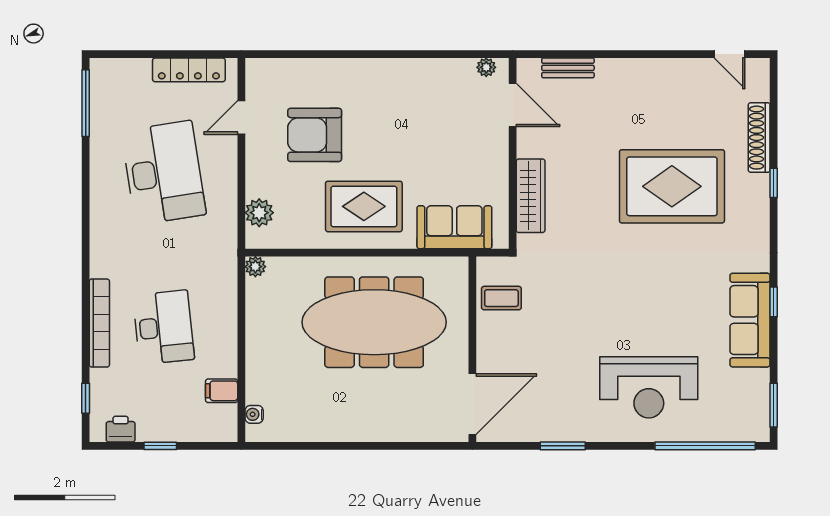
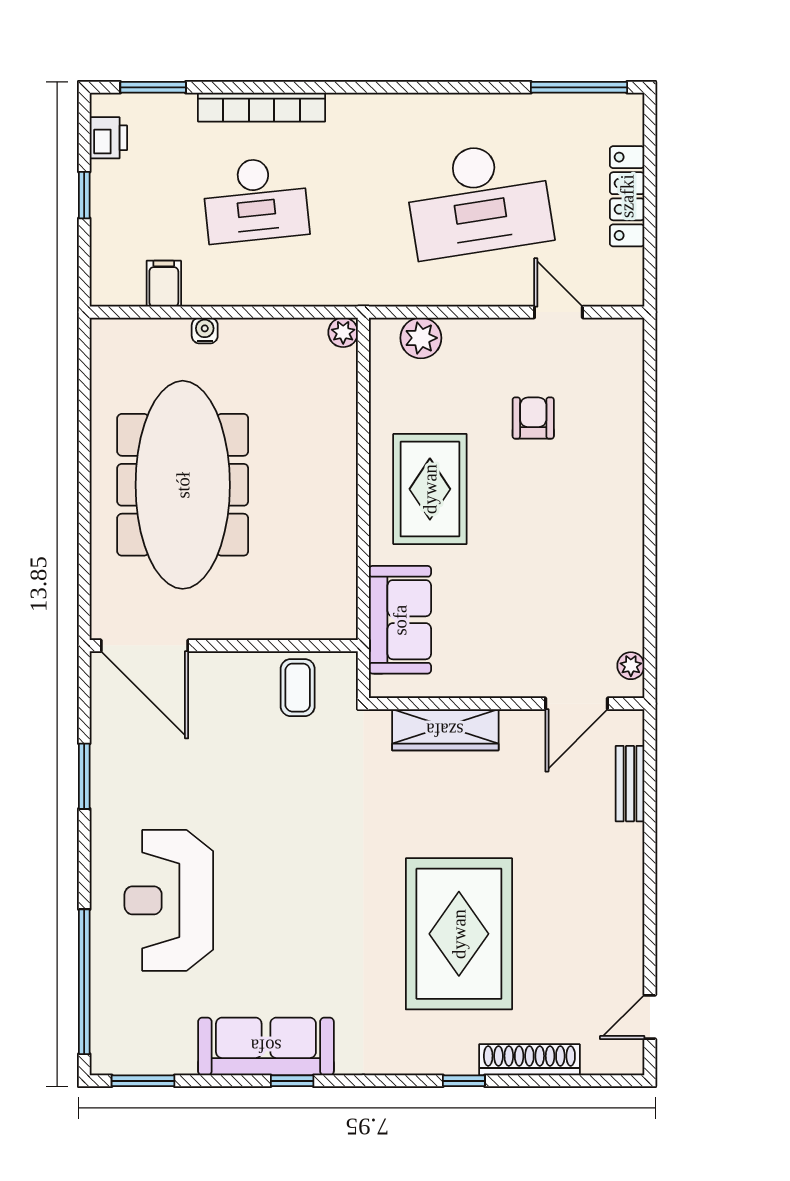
locker: (189, 70) -> (627, 196), moved
armchair: (315, 135) -> (533, 418), width x0.53, depth x0.53
meeting table: (374, 322) -> (183, 485), moved
window: (86, 398) -> (153, 87), width x1.50
water cooler: (254, 414) -> (205, 330), moved

